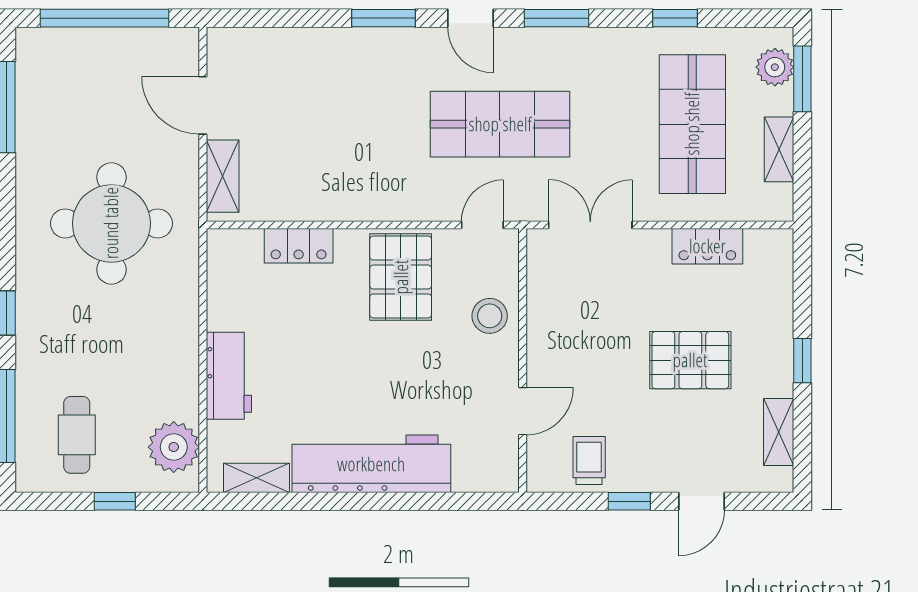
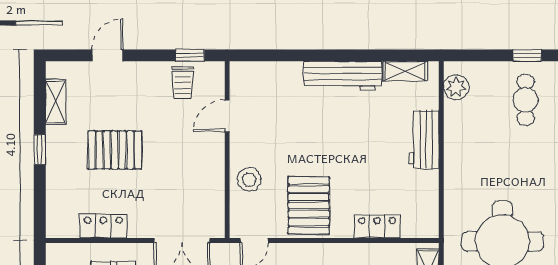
plant: (174, 447) -> (456, 87), width x0.73, depth x0.73
workbench: (371, 464) -> (343, 76), width x0.73, depth x0.76
window: (115, 501) -> (527, 55), moved
window: (629, 501) -> (190, 55), moved

